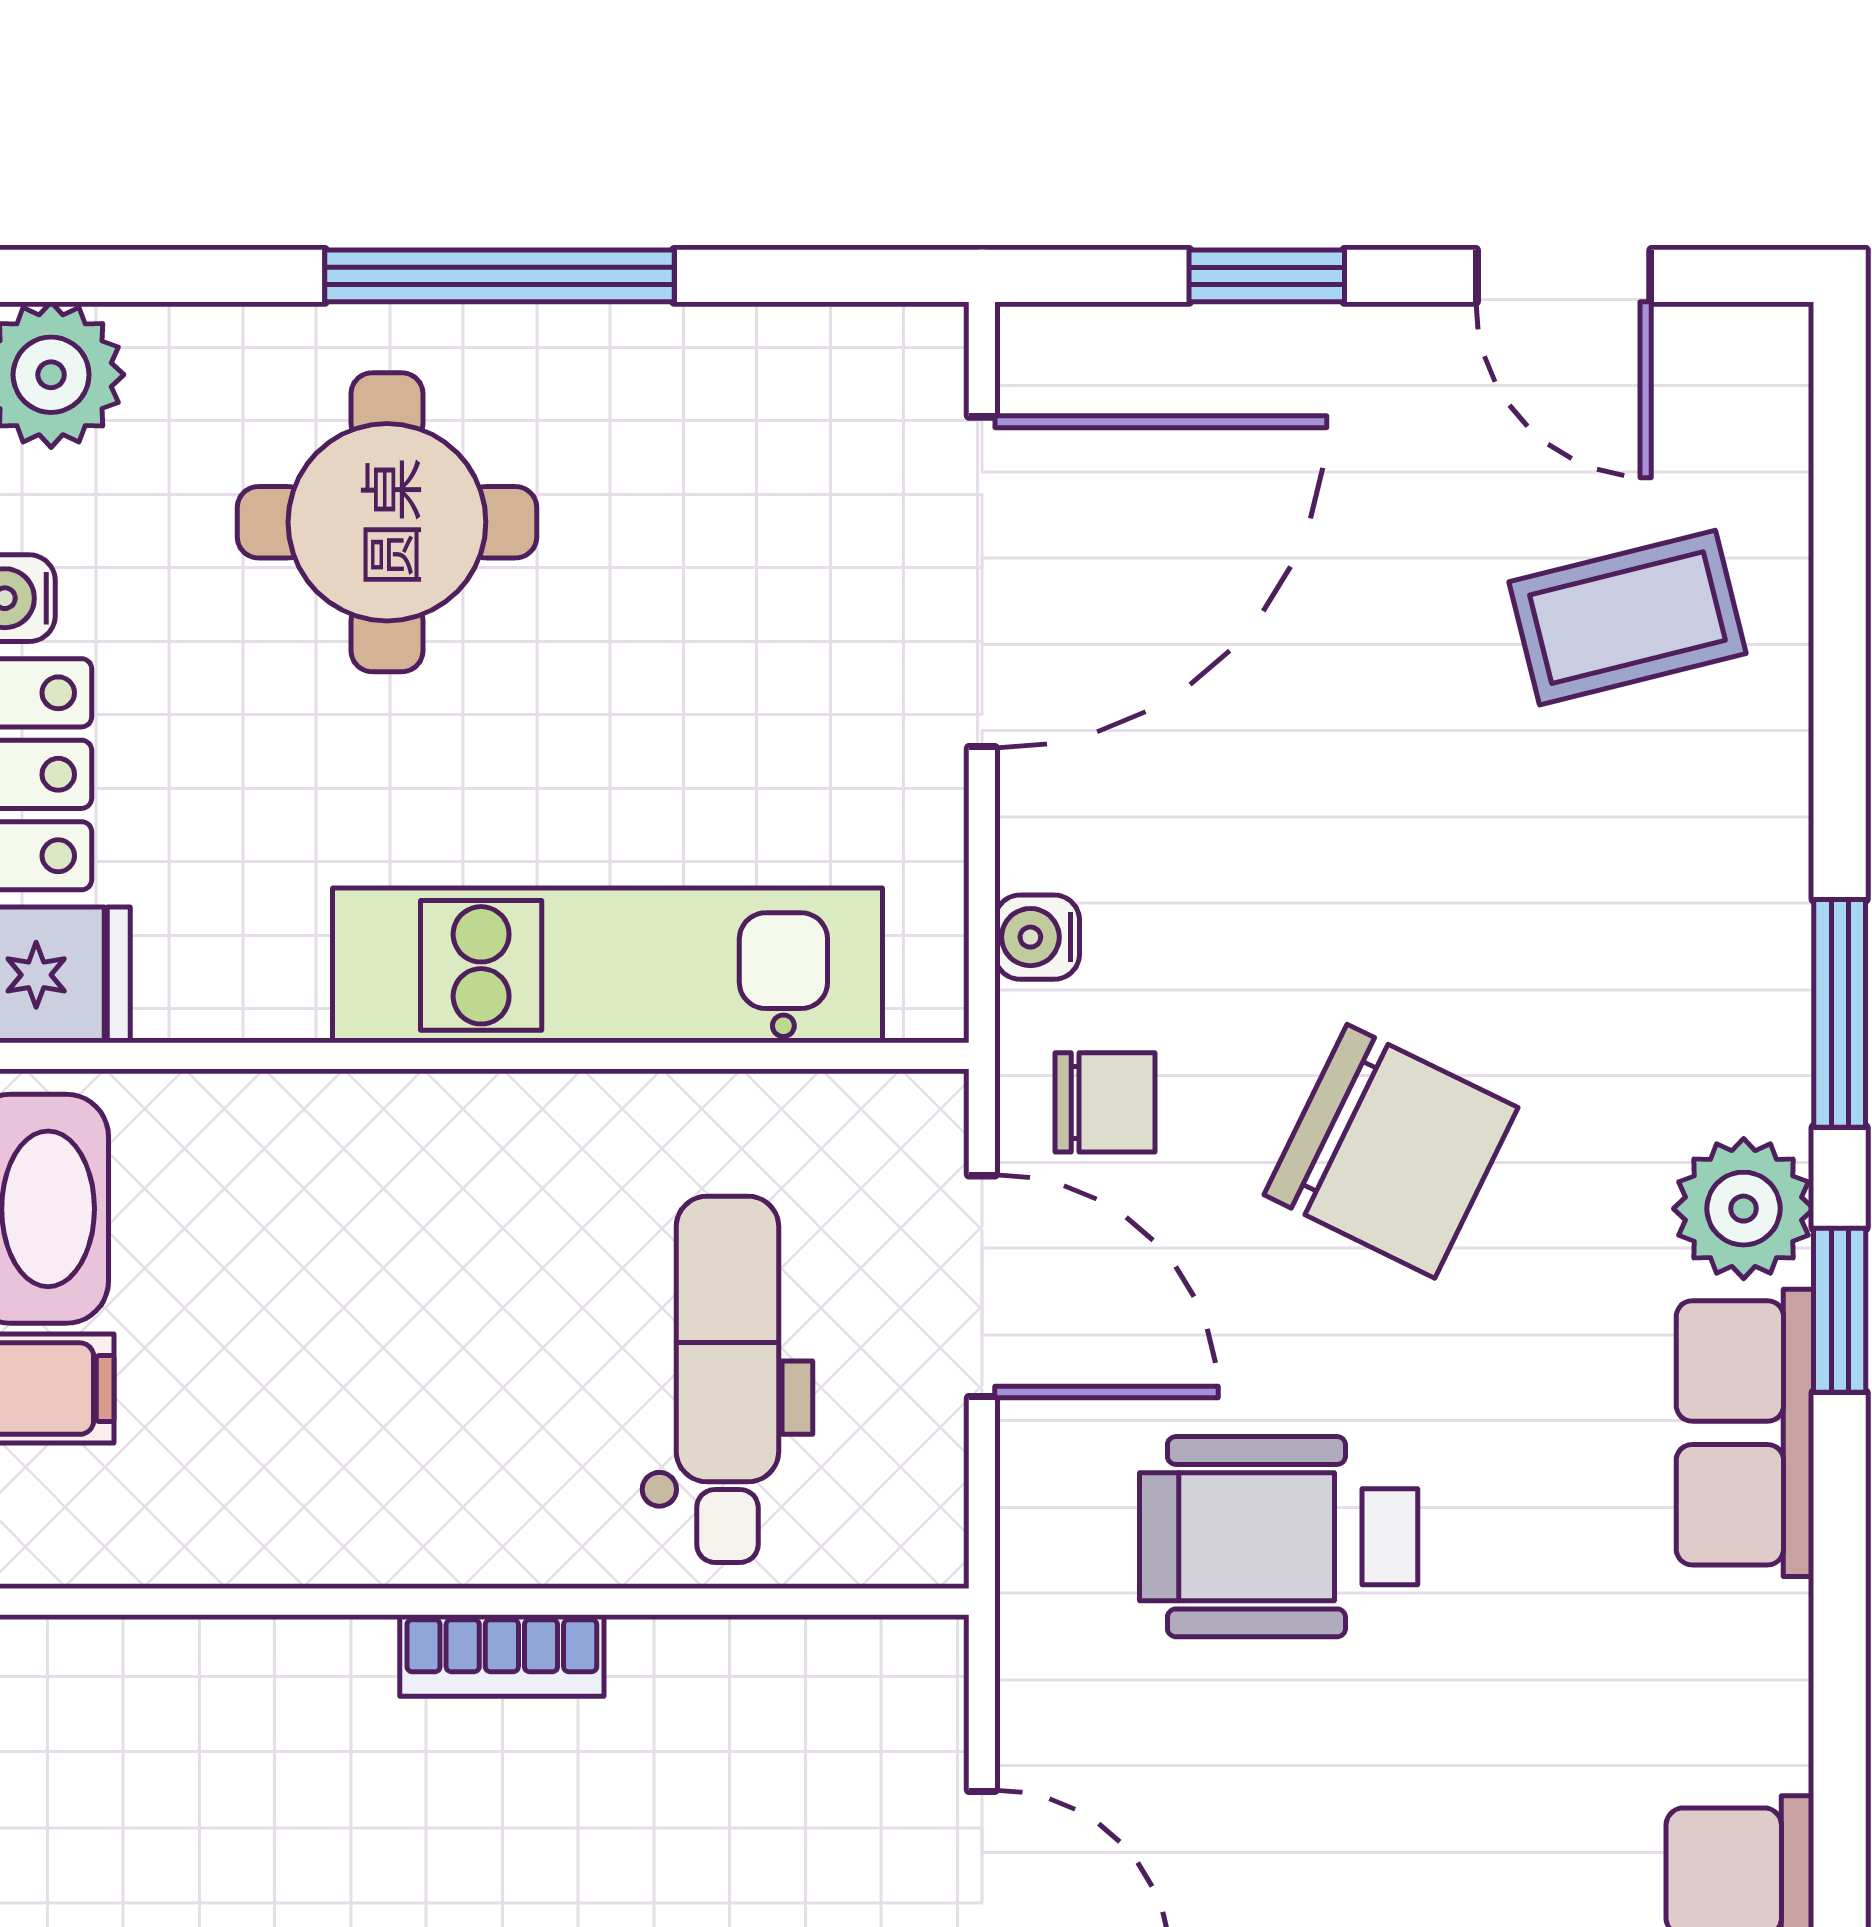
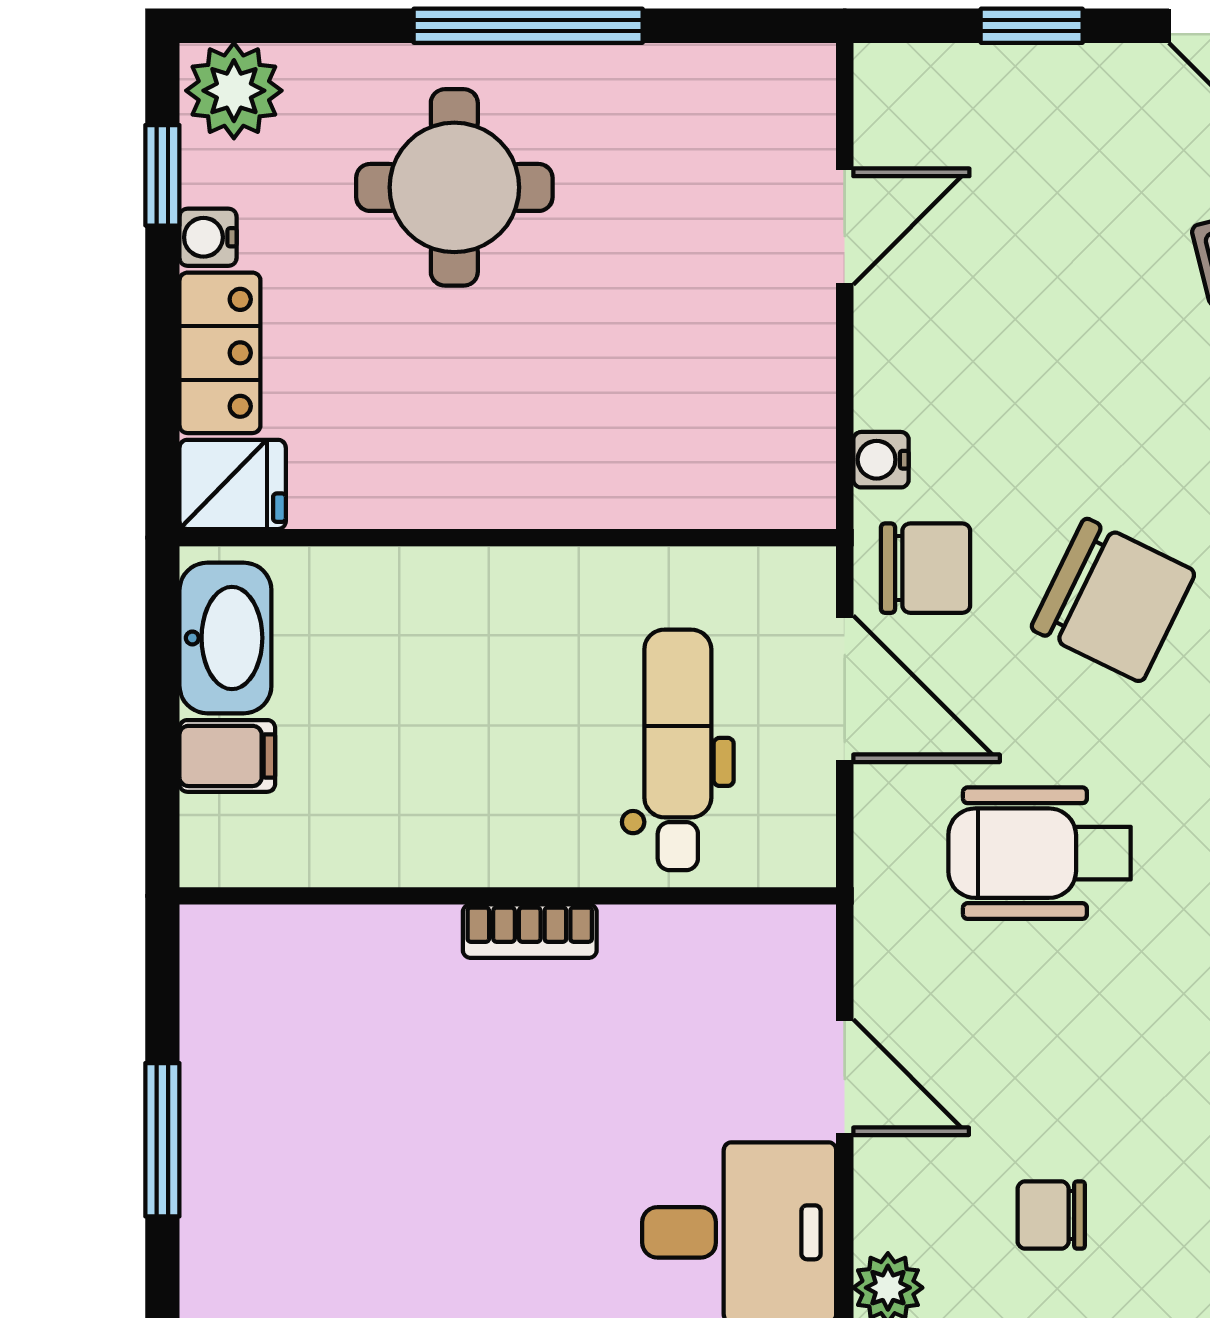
door: (982, 582) -> (845, 227), width x0.53
kitchen unit: (608, 965) -> (599, 478), removed
chair: (1105, 1102) -> (926, 568), width x1.37, depth x1.37

